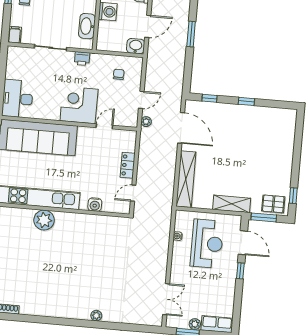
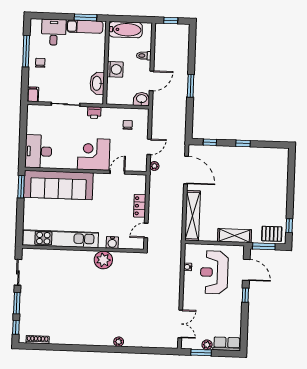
plant: (44, 220) -> (103, 260), moved
reception desk: (207, 244) -> (214, 272), turned 180

